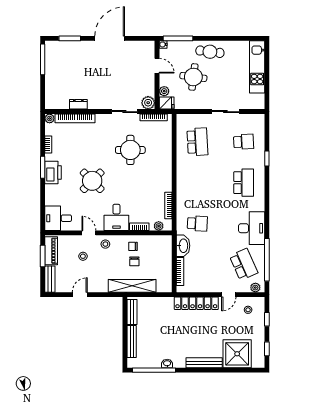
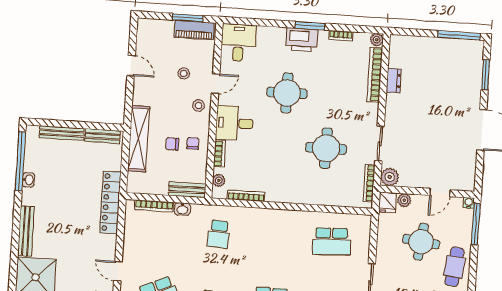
round table: (92, 181) -> (287, 93), turned 45
washbasin: (183, 246) -> (182, 209), width x0.52, depth x0.69
bench: (50, 279) -> (187, 190), moved
locker: (196, 303) -> (110, 202), moved

